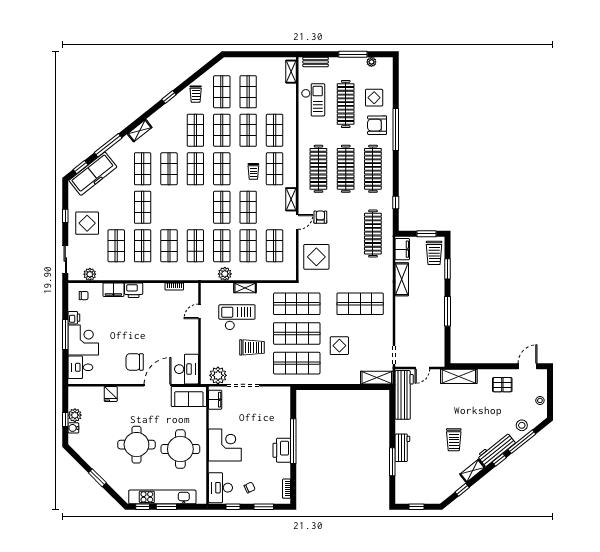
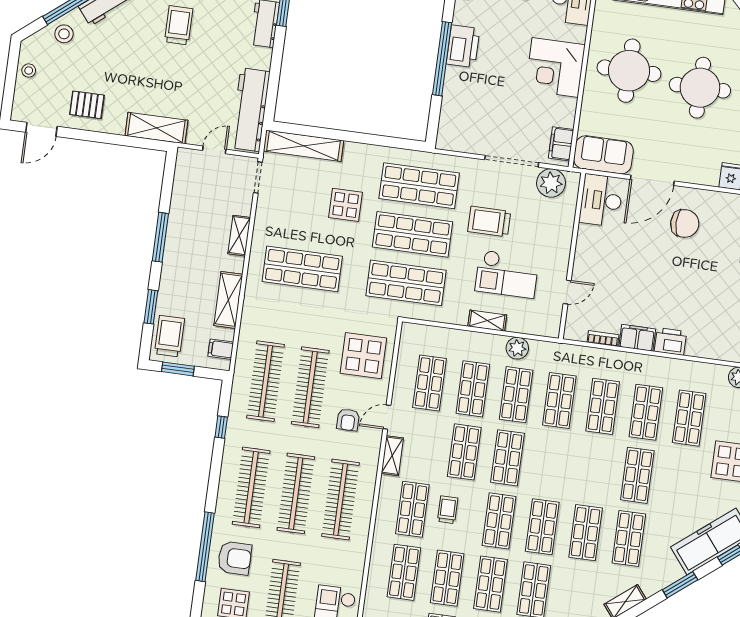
window: (108, 145) -> (680, 585), width x0.69
clothes rail: (346, 234) -> (310, 387), added
filing cabinet: (402, 249) -> (221, 349), width x0.50
filing cabinet: (113, 290) -> (637, 338), moved
shelving: (401, 319) -> (239, 236), added
shelving: (377, 378) -> (304, 146), width x1.47

